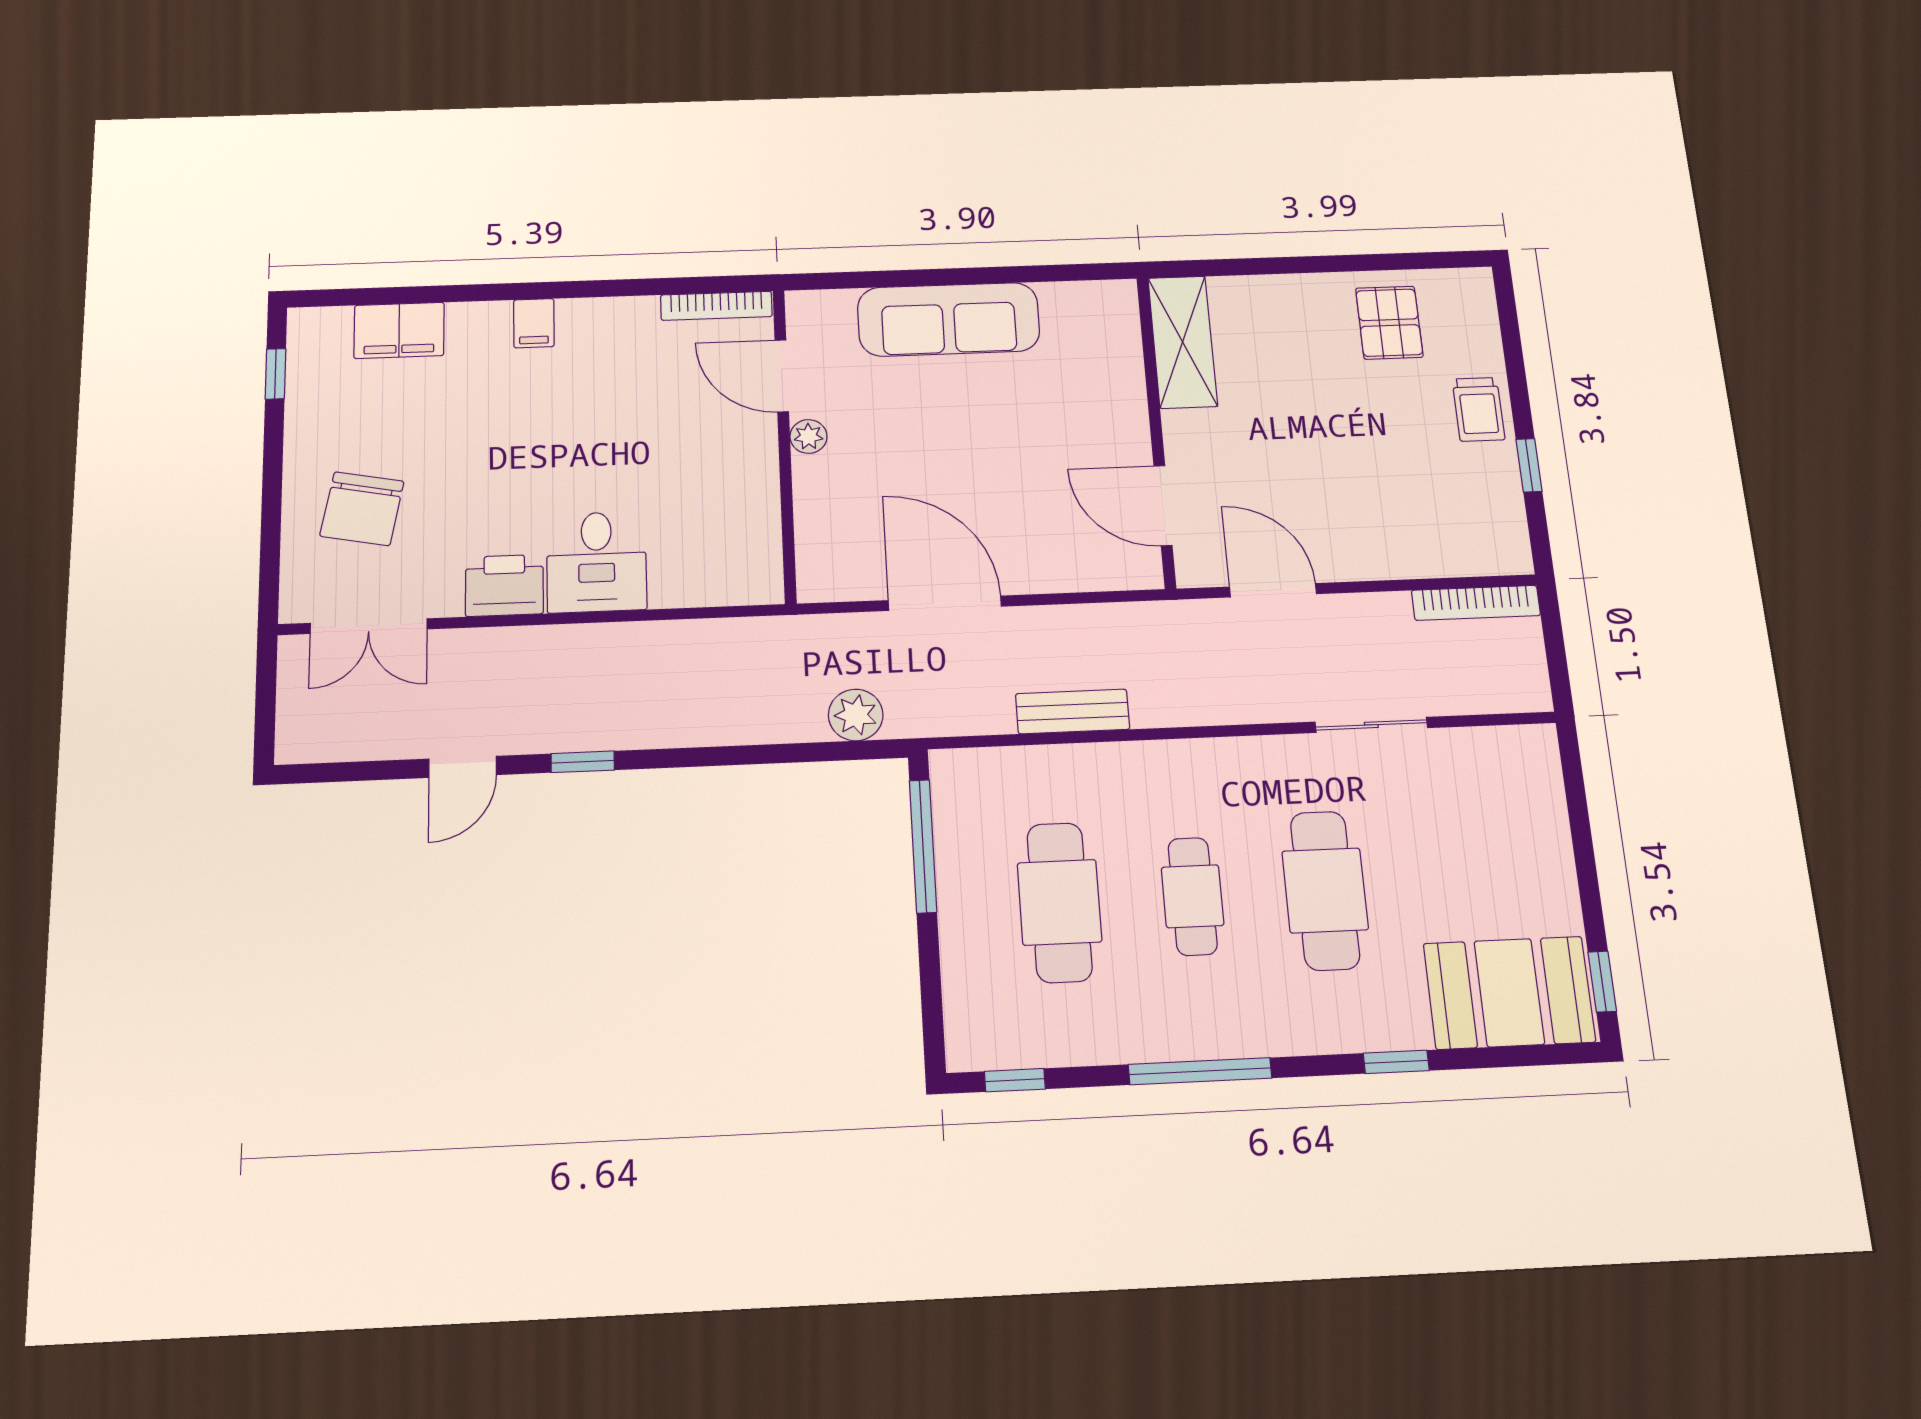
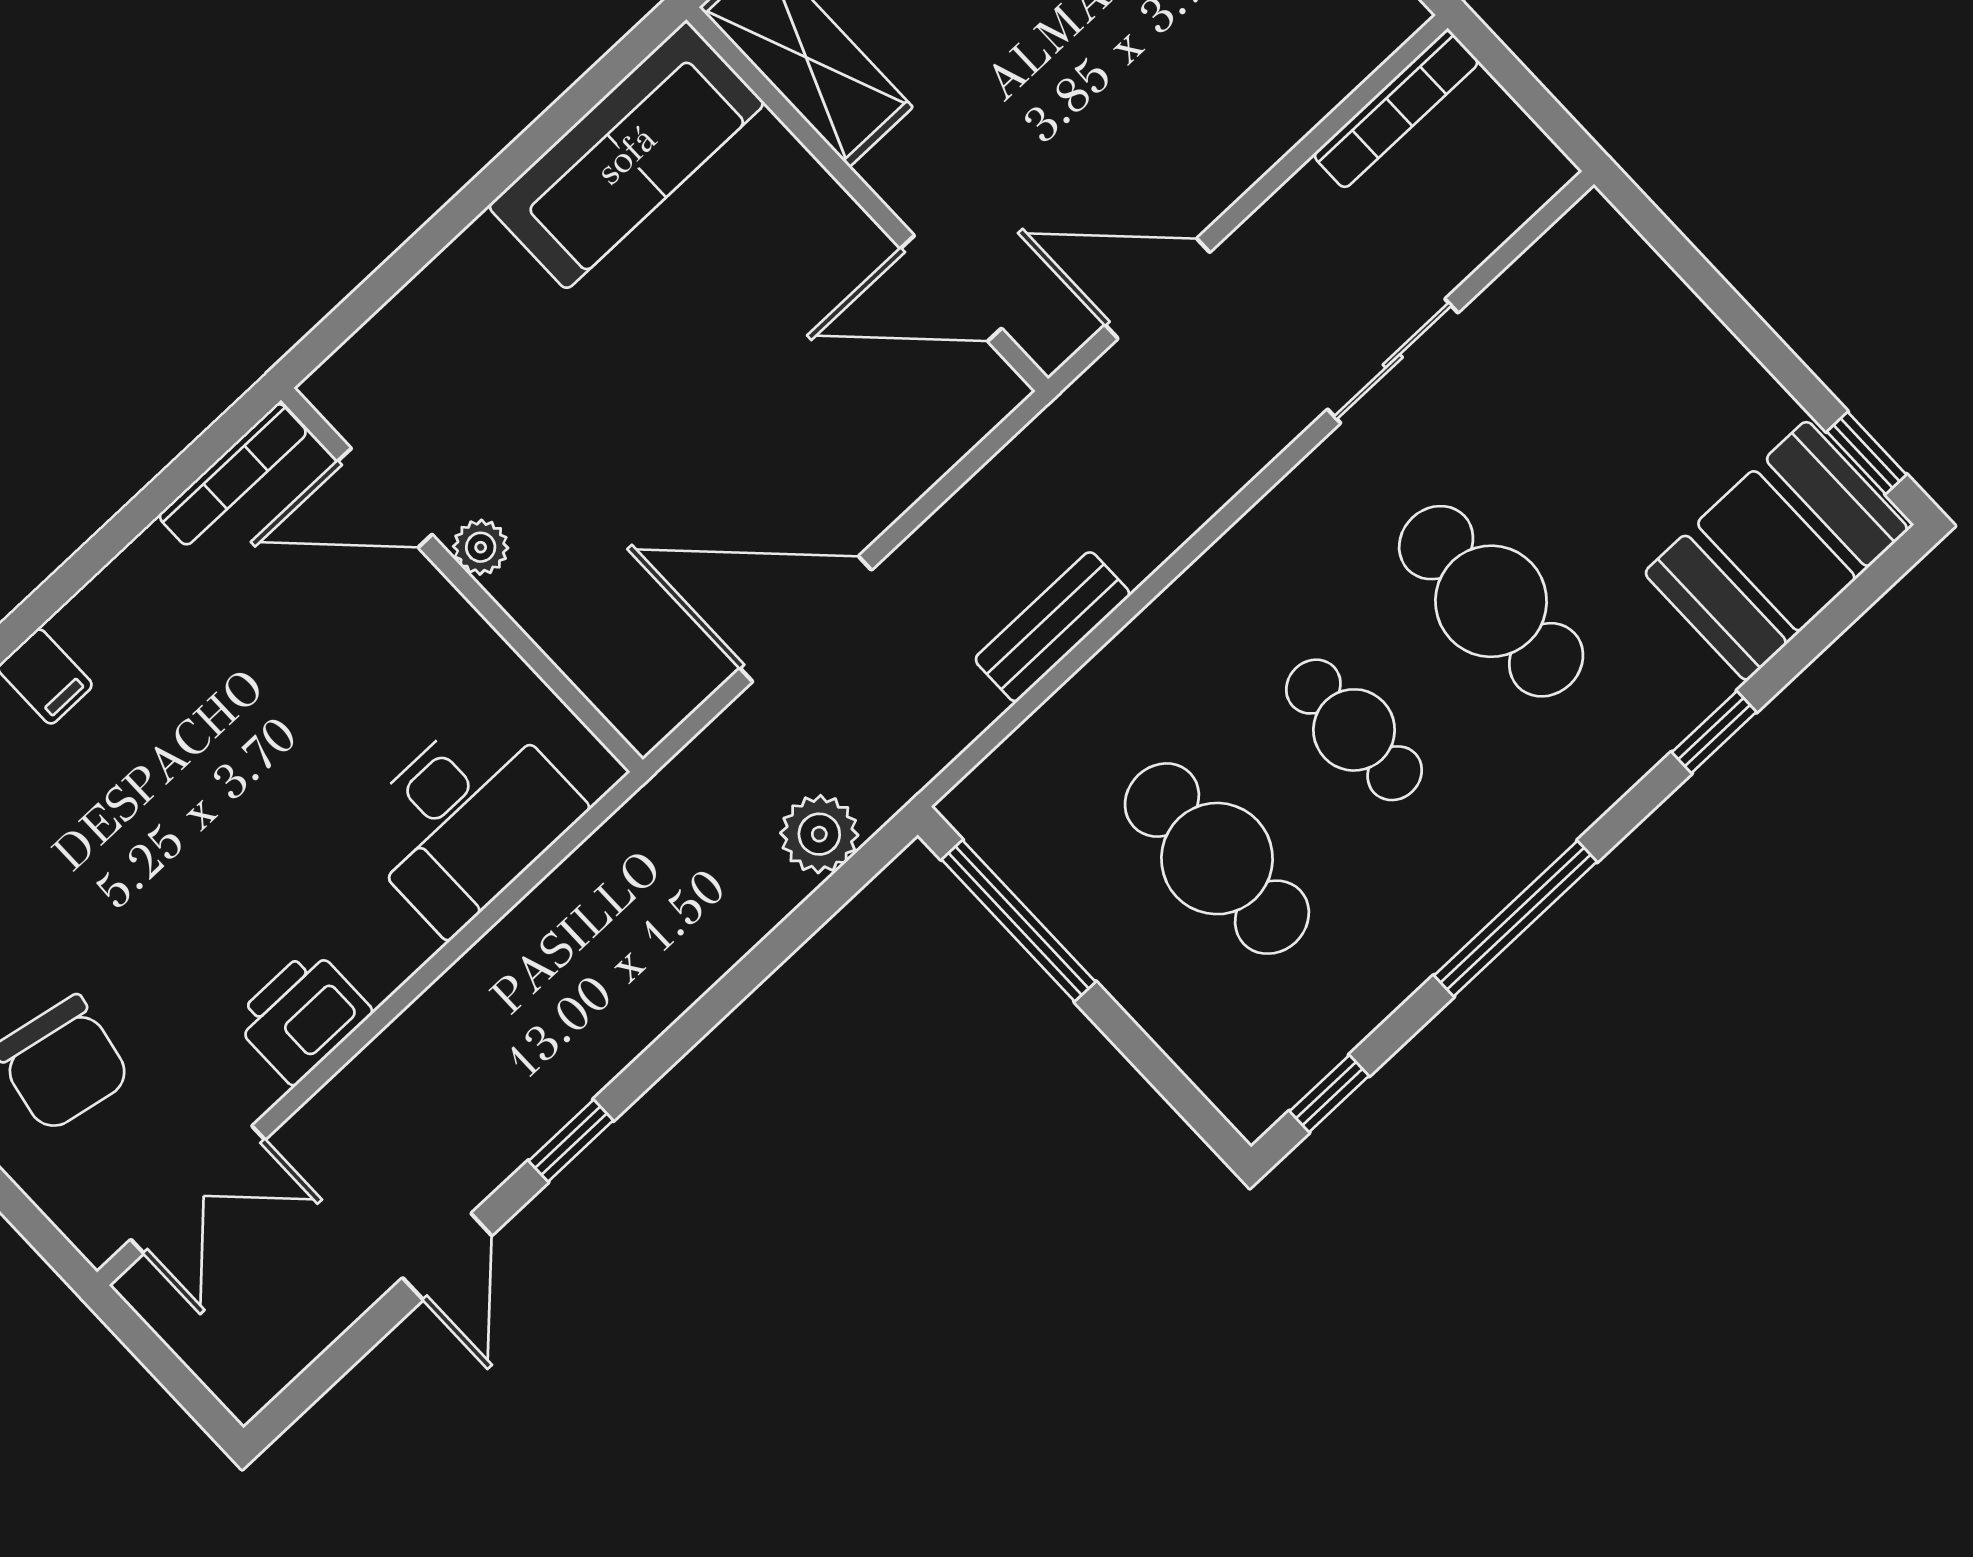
sofa: (949, 319) -> (626, 155), moved
desk: (597, 562) -> (467, 819), moved, width x1.37

